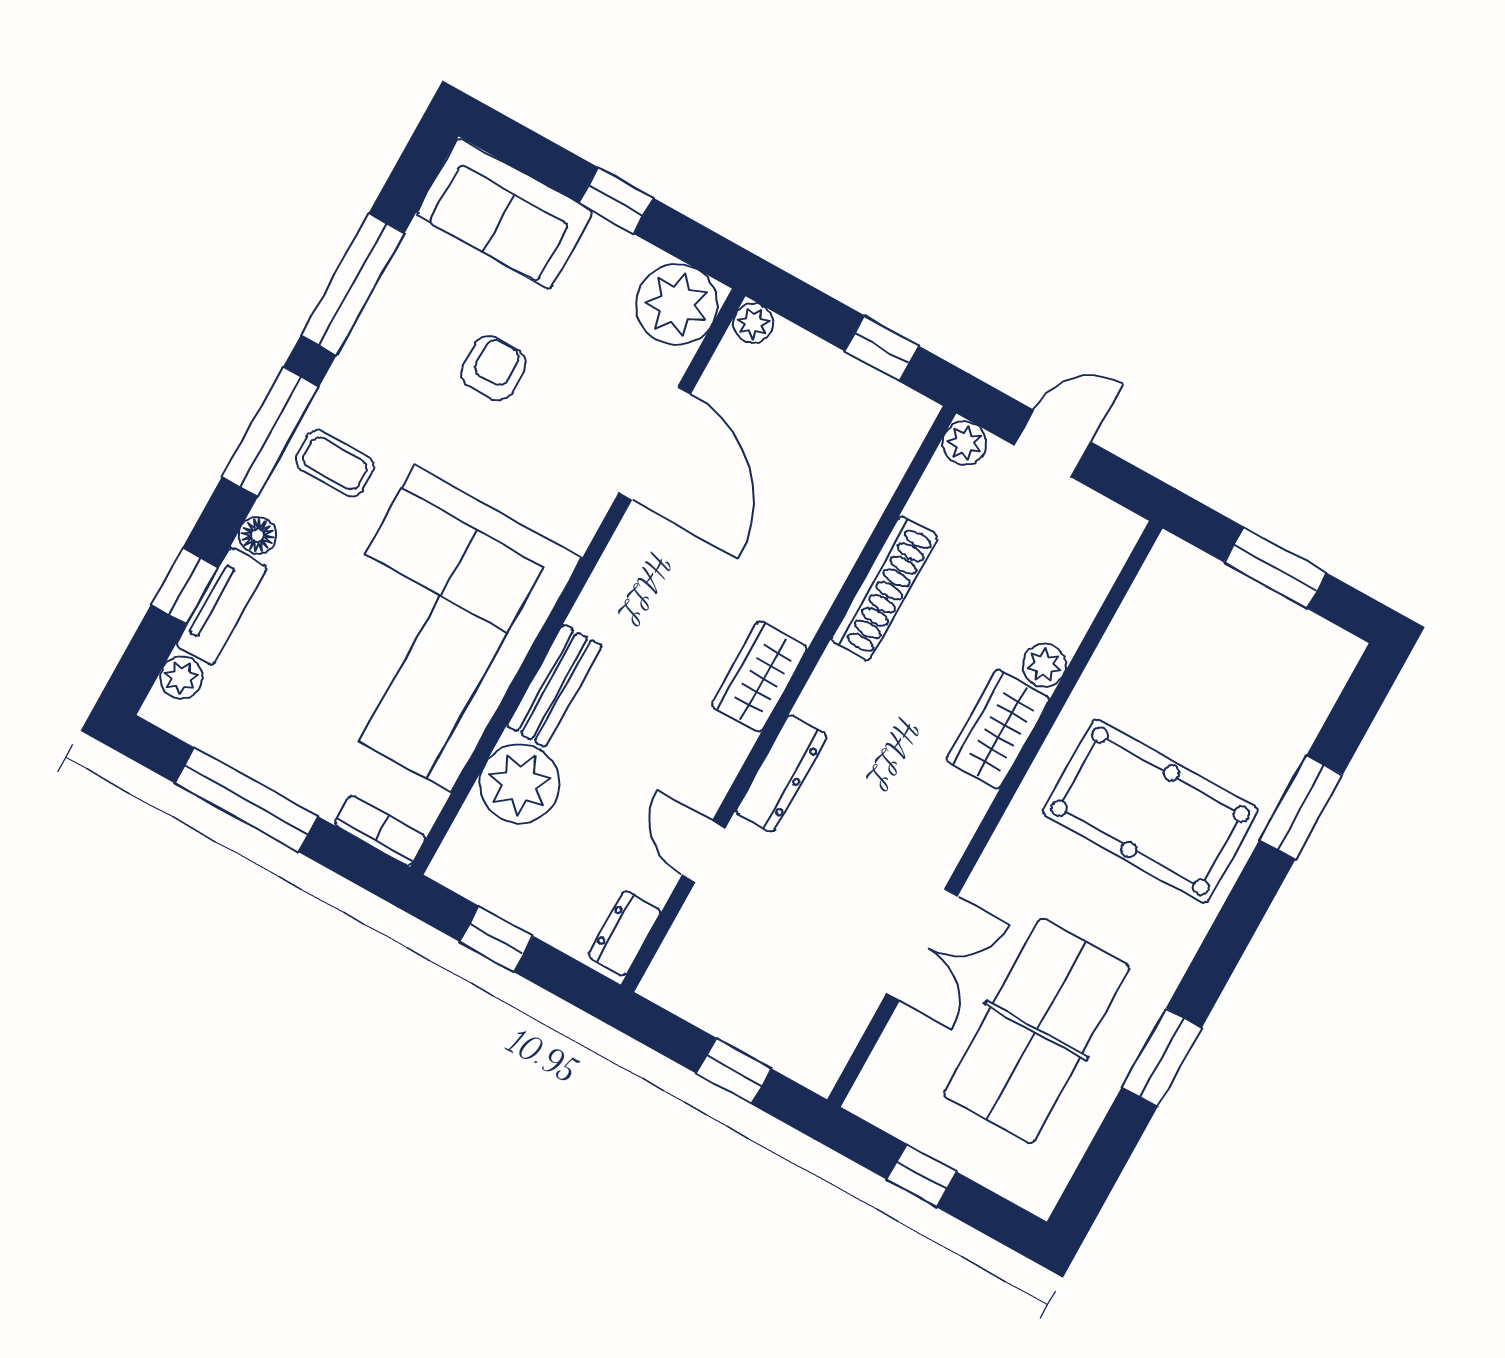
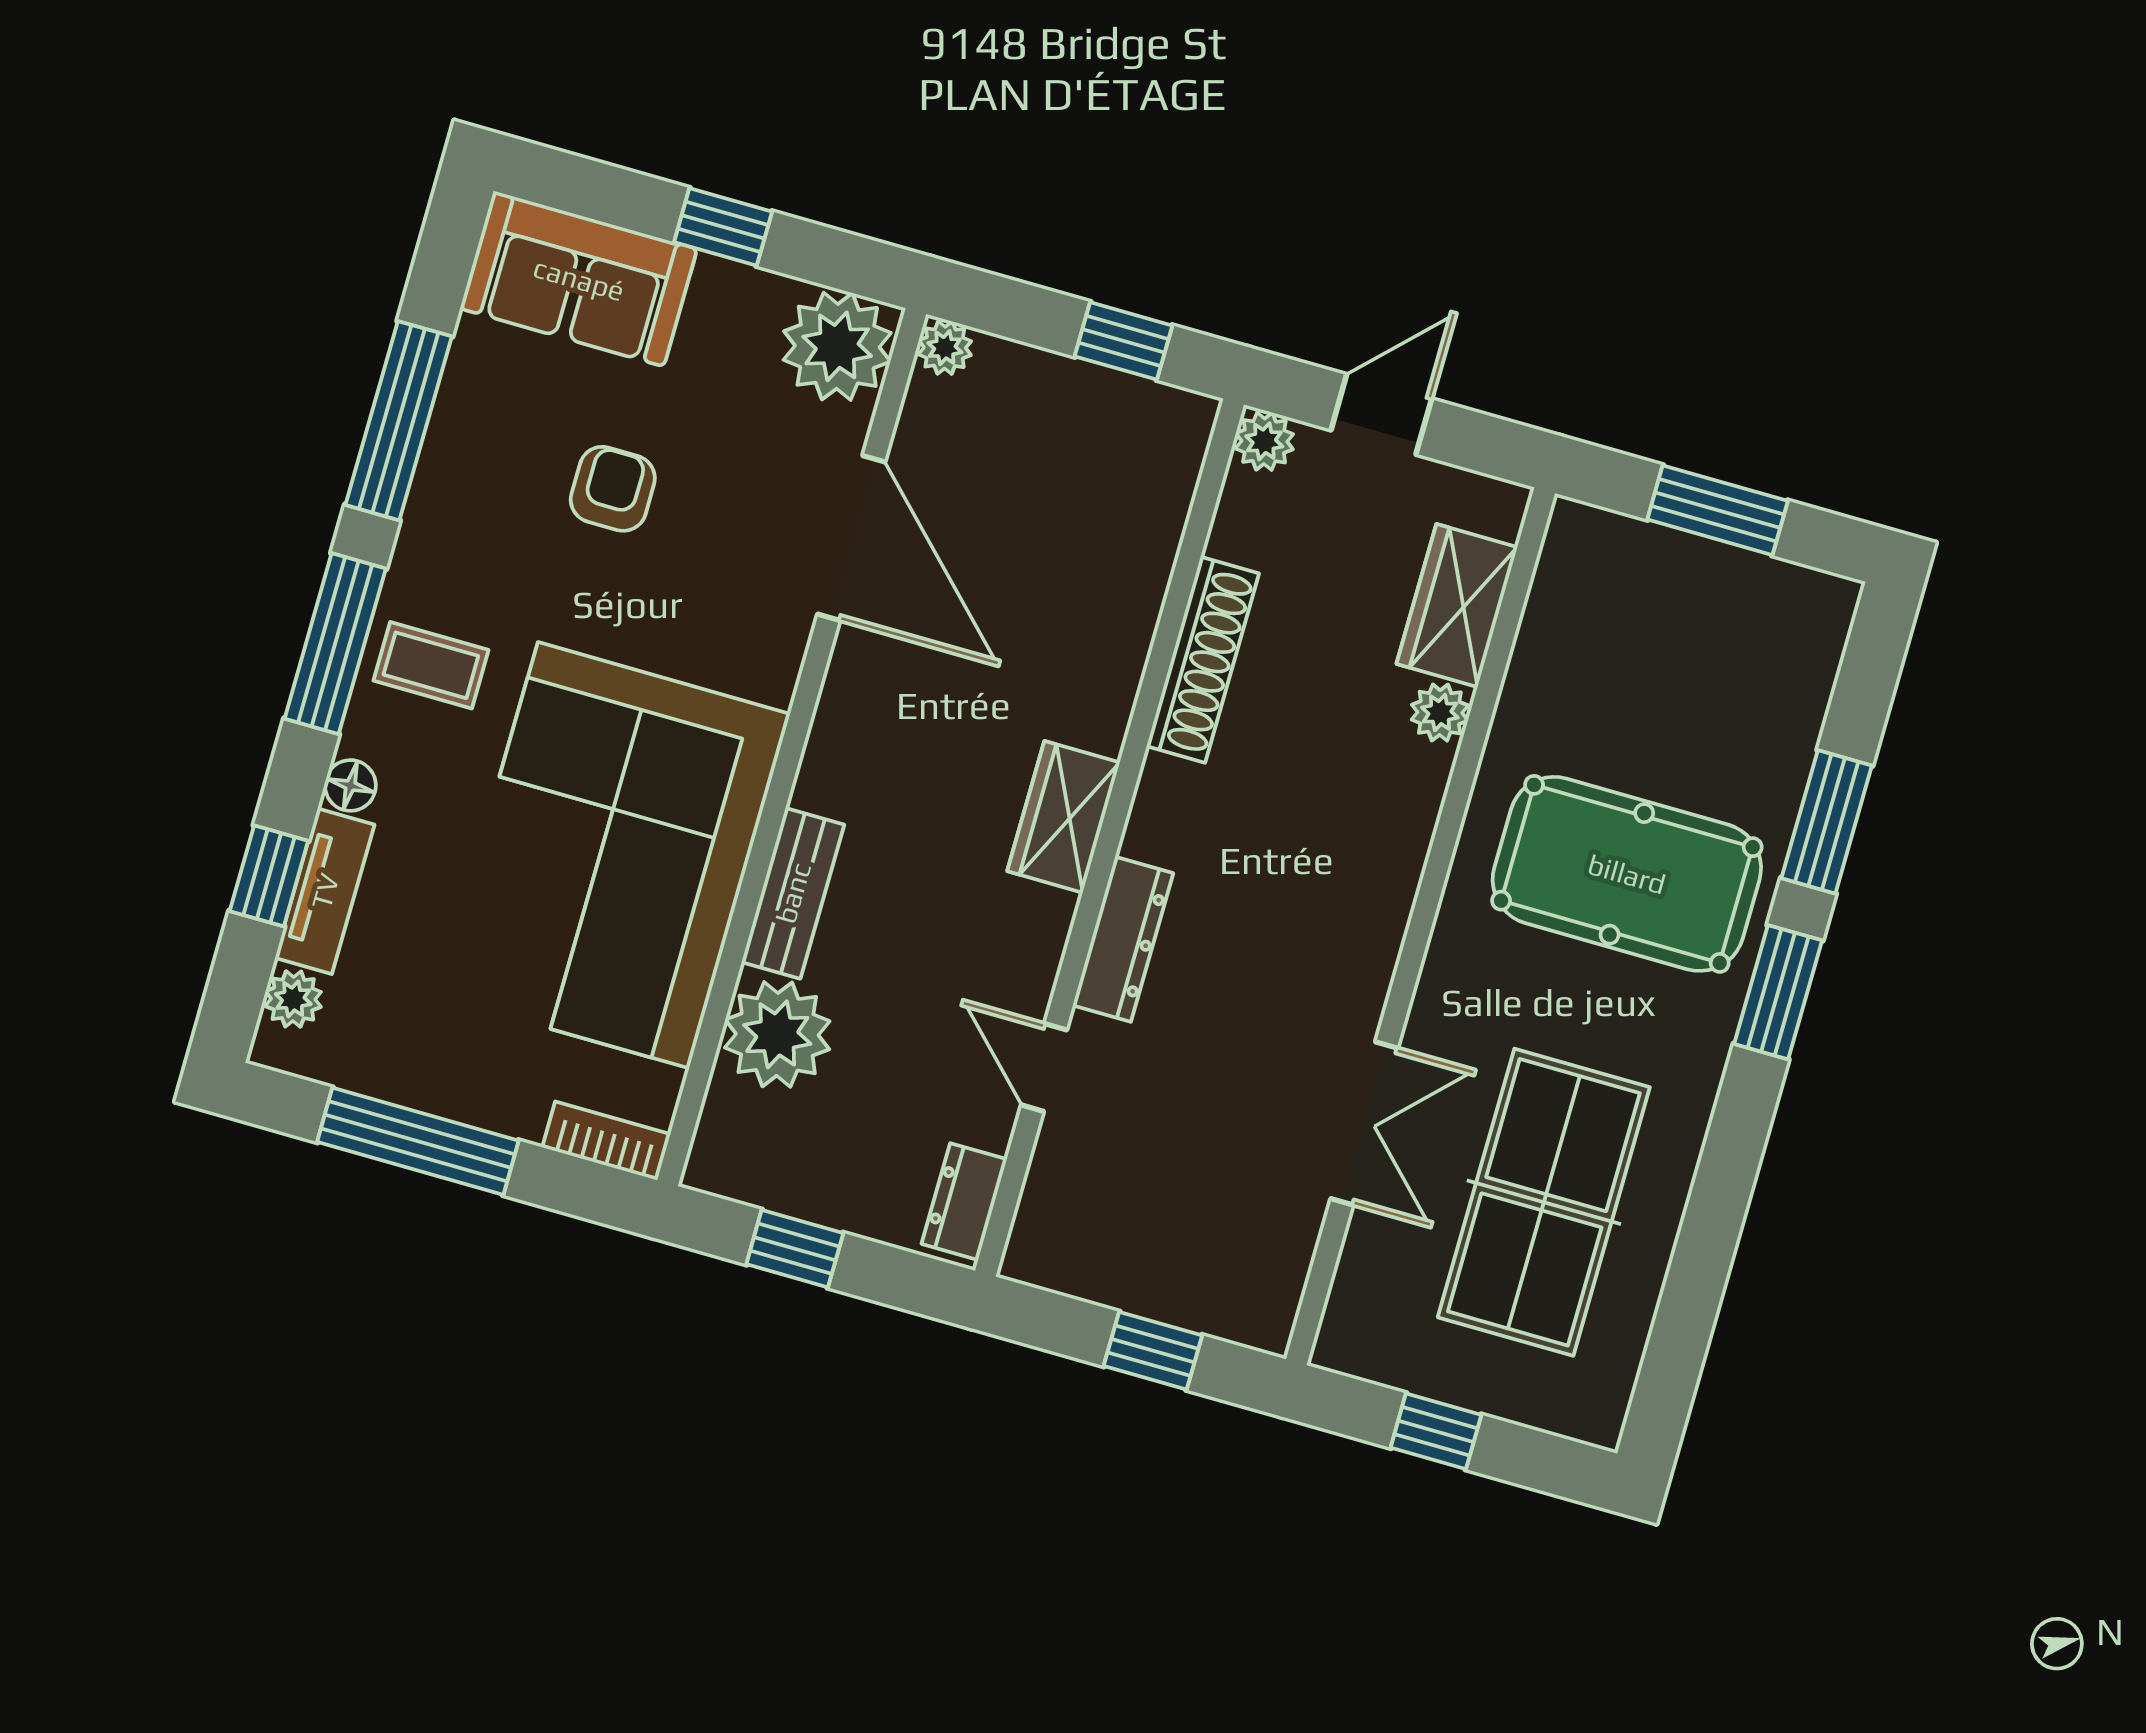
wardrobe: (998, 729) -> (1457, 606), moved
window: (1162, 1058) -> (1778, 992), moved

